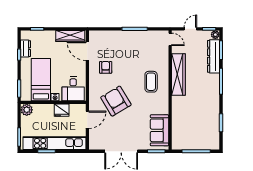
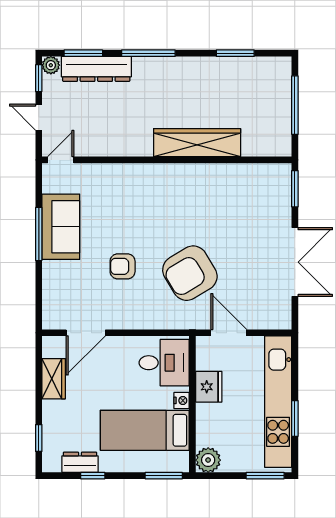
wardrobe: (70, 36) -> (54, 379), width x0.67
armchair: (106, 67) -> (123, 266), moved
wardrobe: (178, 75) -> (197, 143), moved
coffee table: (151, 82) -> (149, 200), removed
sofa: (159, 130) -> (61, 227), moved, turned -90

